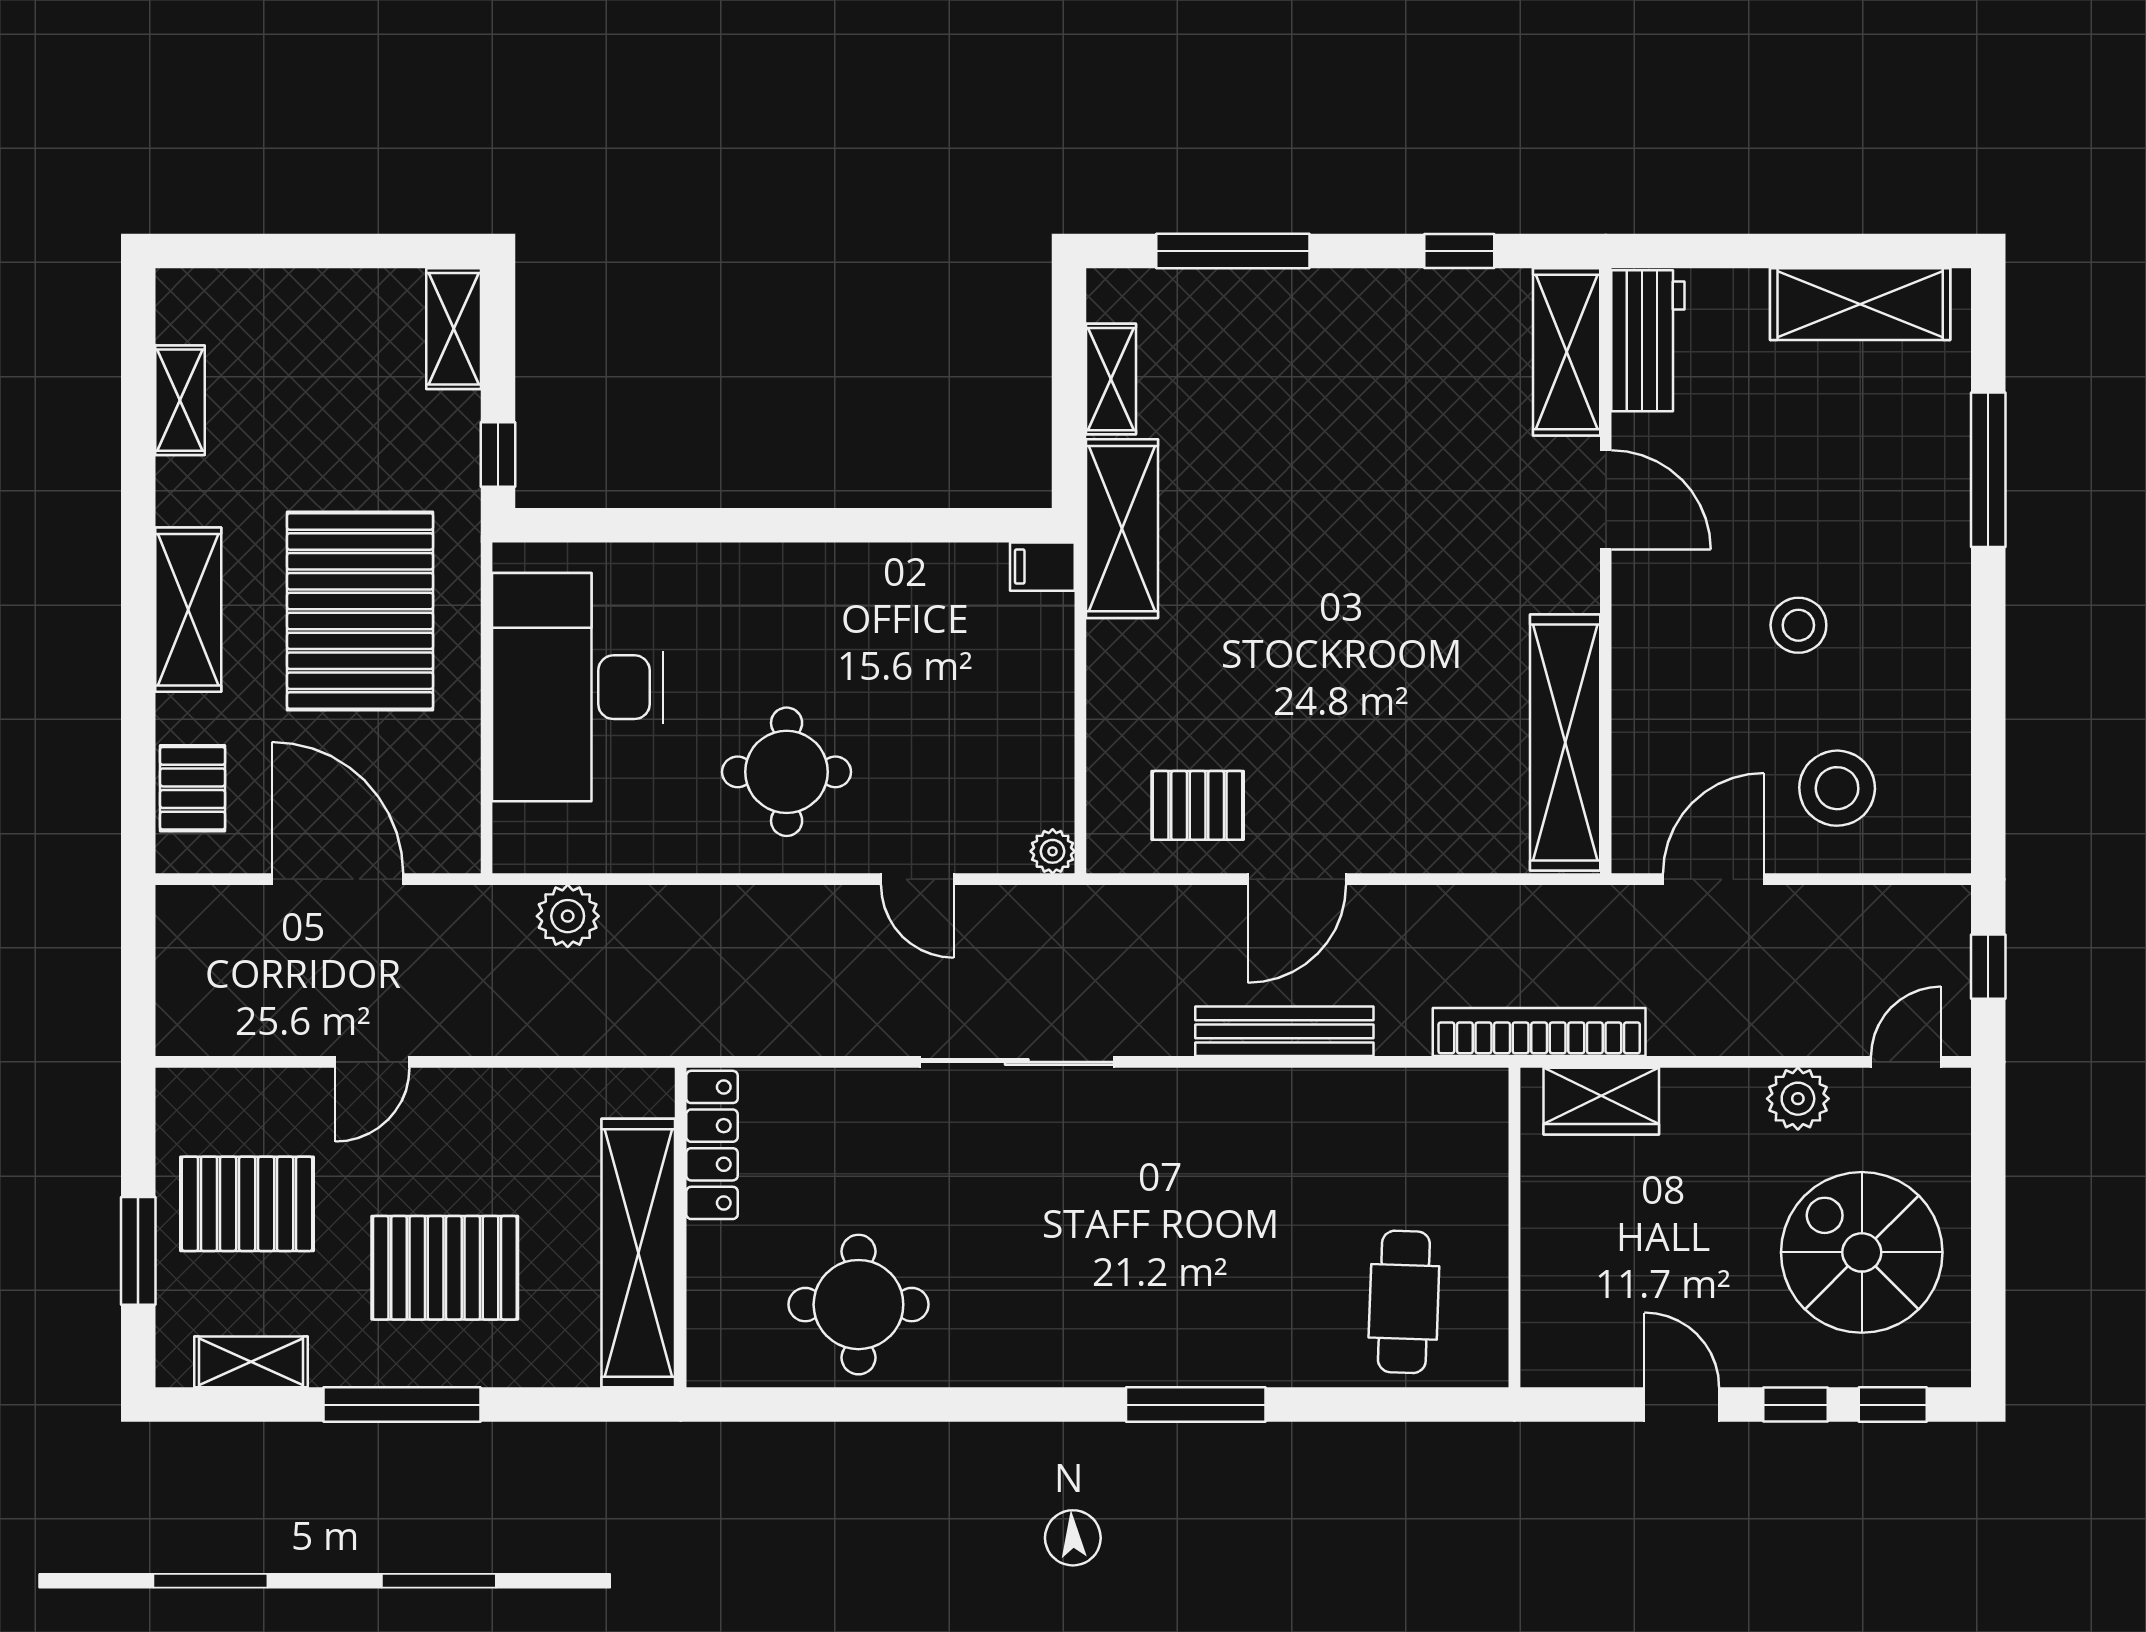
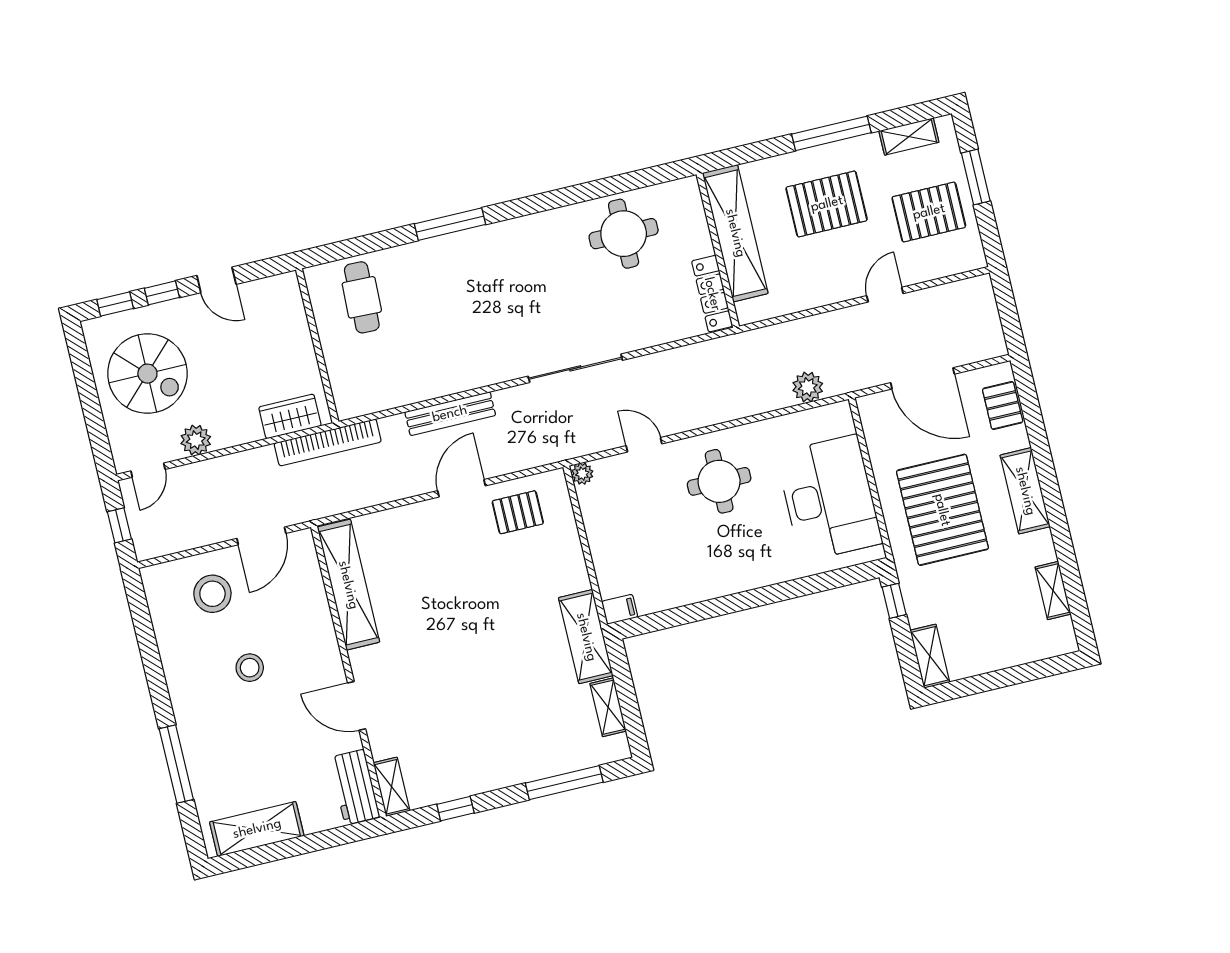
shelving: (1567, 352) -> (392, 787), width x0.67, depth x0.75

